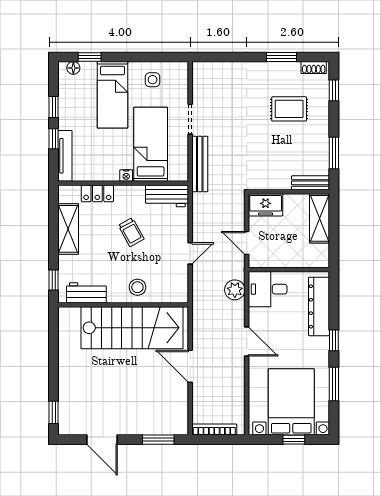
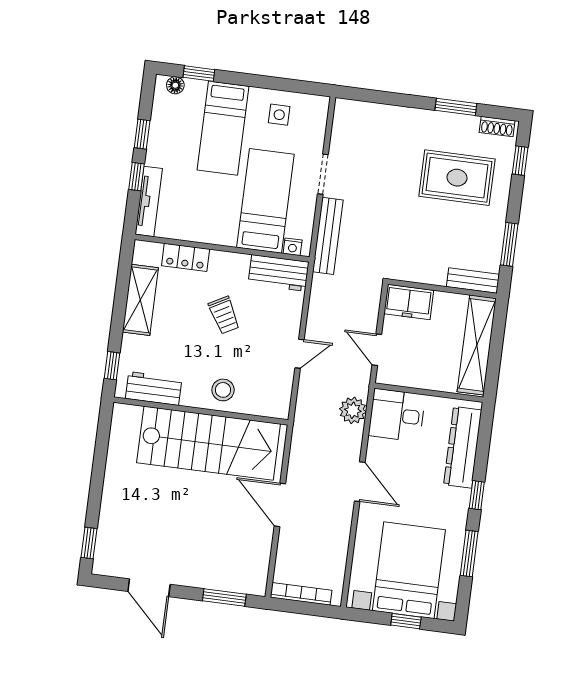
rug: (289, 109) -> (457, 178), width x1.36, depth x1.43
nightstand: (126, 175) -> (293, 247), moved
shelving: (320, 218) -> (477, 345), width x1.47

